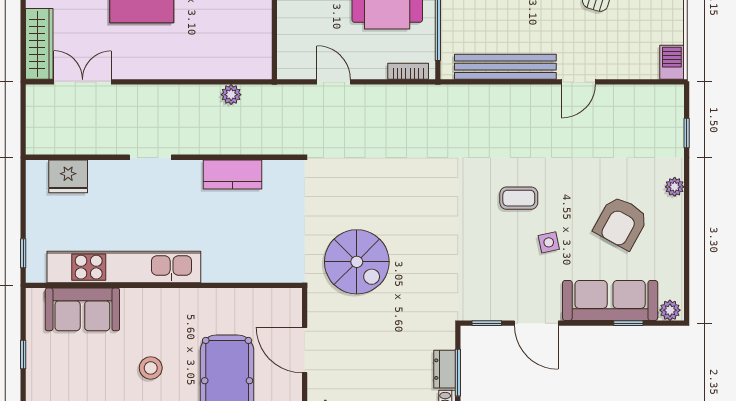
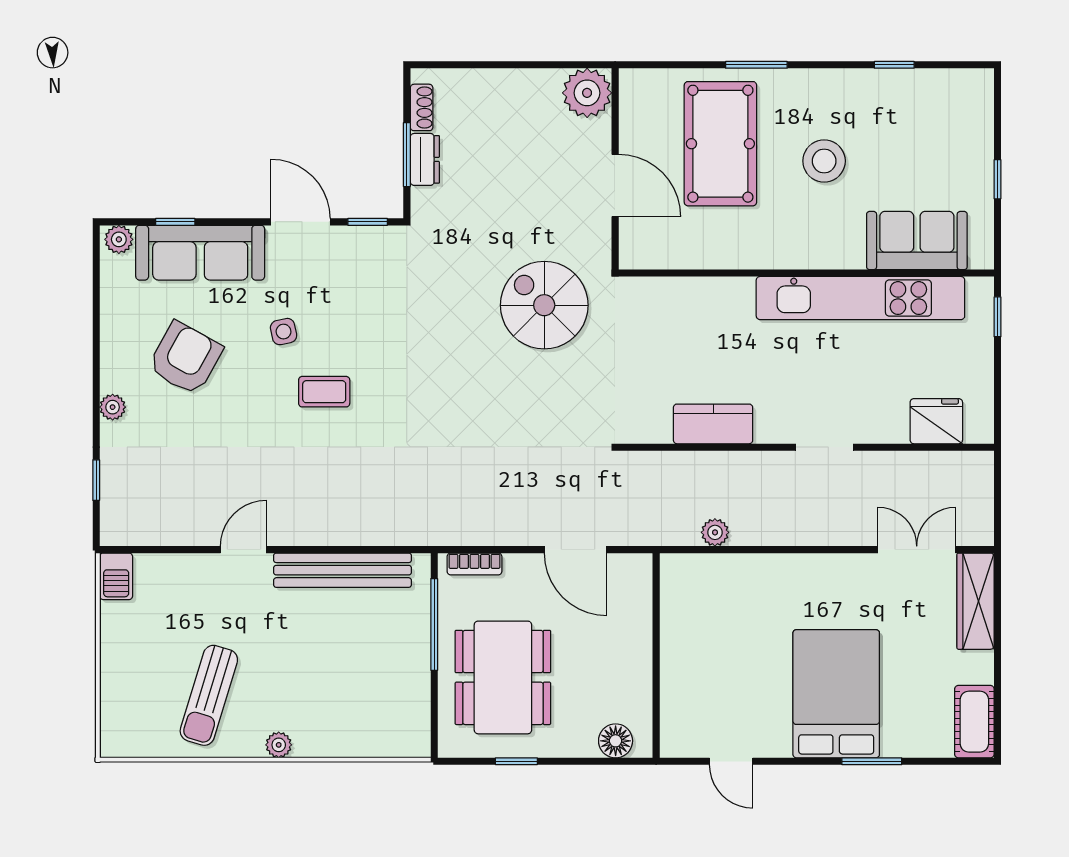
double door: (83, 82) -> (917, 550), swing flipped
door: (334, 82) -> (576, 550), width x1.38
stool: (151, 368) -> (824, 161), width x1.38, depth x1.38

